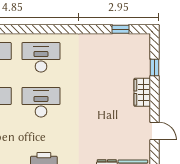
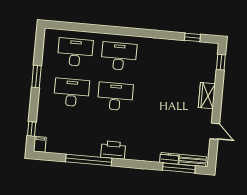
window: (154, 67) -> (221, 62), moved

